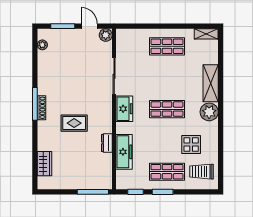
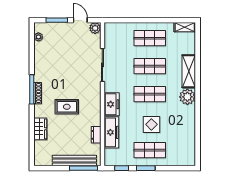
shop shelf: (167, 78) -> (150, 66), added
freezer: (124, 109) -> (112, 104), moved
dresser: (107, 143) -> (96, 135), moved
display table: (191, 145) -> (151, 124), moved
wardrobe: (44, 164) -> (40, 129), moved
trolley: (202, 172) -> (181, 150), removed
bench: (83, 183) -> (74, 160), added

